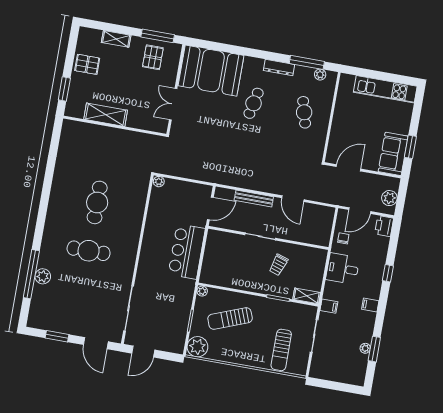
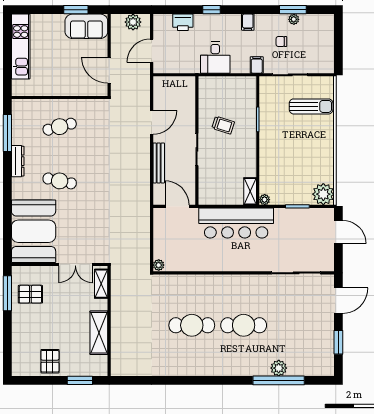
shelving: (116, 39) -> (101, 284), moved
plant: (320, 75) -> (17, 117), removed
door: (360, 211) -> (152, 51), swing flipped
printer: (384, 226) -> (183, 22), moved
chair: (343, 238) -> (281, 42), moved
cafe table: (89, 251) -> (244, 325), turned 90
bar counter: (187, 251) -> (236, 223), width x1.36
shelving: (307, 296) -> (250, 191), moved
sun lounger: (230, 319) -> (288, 166), removed
door: (143, 352) -> (338, 232), moved

